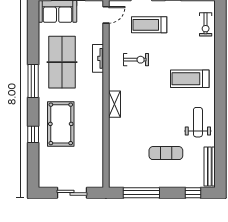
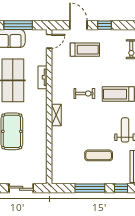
treadmill: (149, 25) -> (85, 50), turned 180
exercise bike: (136, 60) -> (84, 93), moved
window: (141, 193) -> (90, 188), moved

